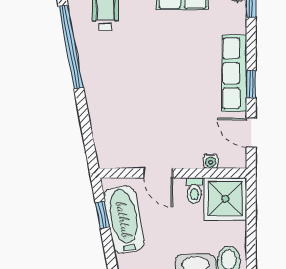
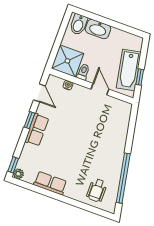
row of seats: (234, 73) -> (37, 130), width x0.68

